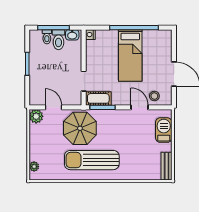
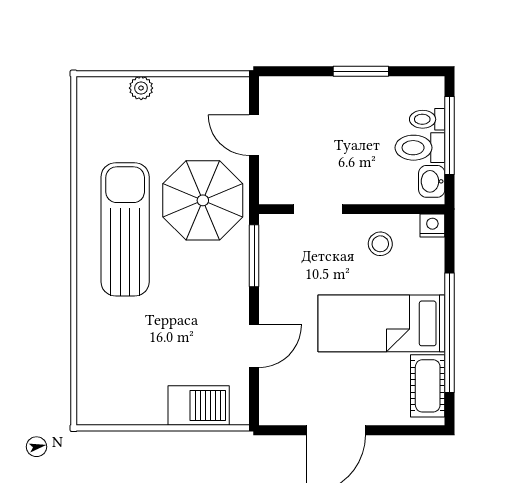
stool: (154, 96) -> (380, 244), moved
cot: (98, 98) -> (428, 386), moved
door: (53, 107) -> (254, 135), swing flipped
plant: (36, 116) -> (232, 93), removed
bench: (167, 166) -> (110, 412), removed
plant: (34, 167) -> (141, 88), moved

